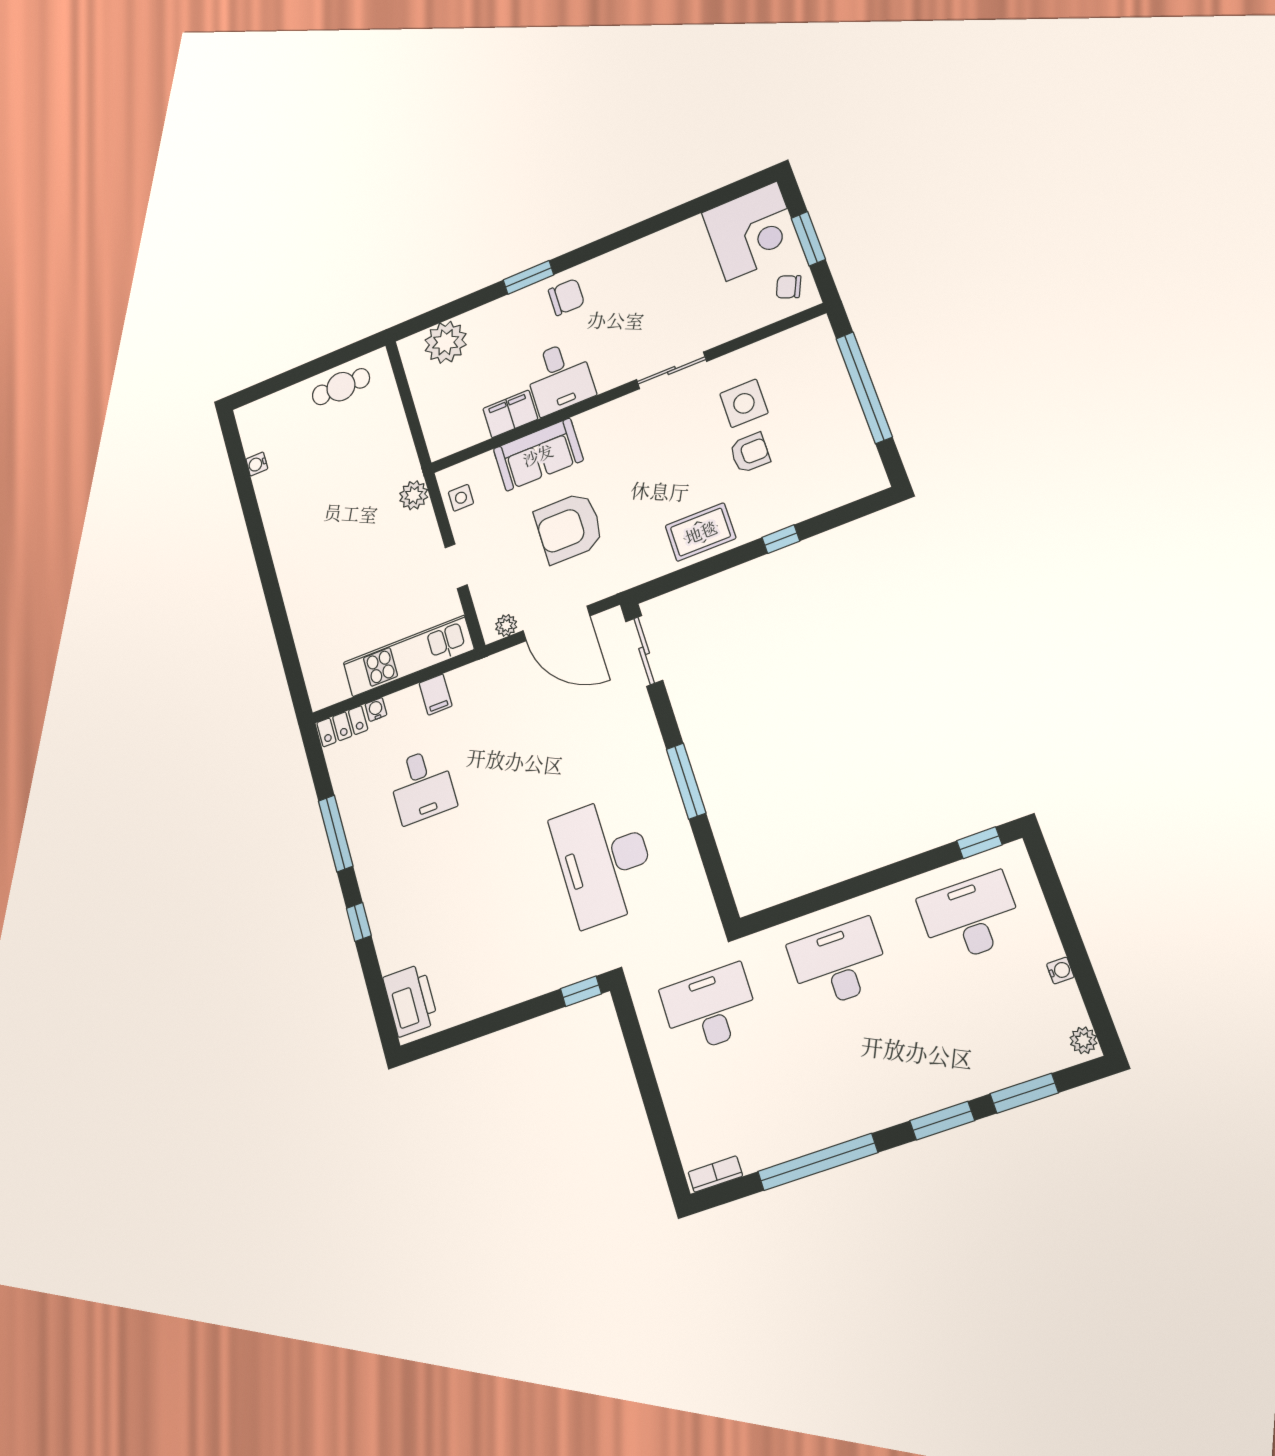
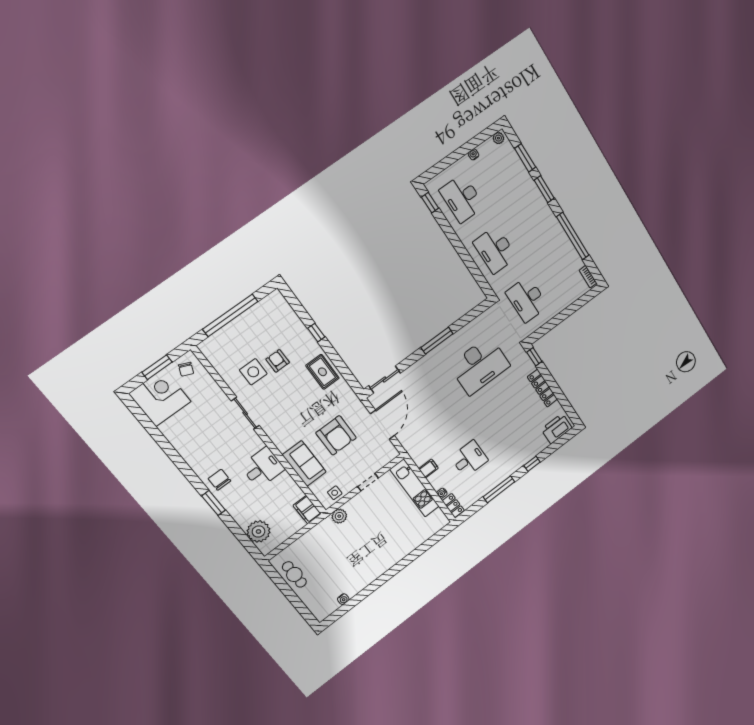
filing cabinet: (510, 414) -> (307, 510), moved
plant: (506, 625) -> (389, 448), removed
locker: (508, 991) -> (542, 388), added

